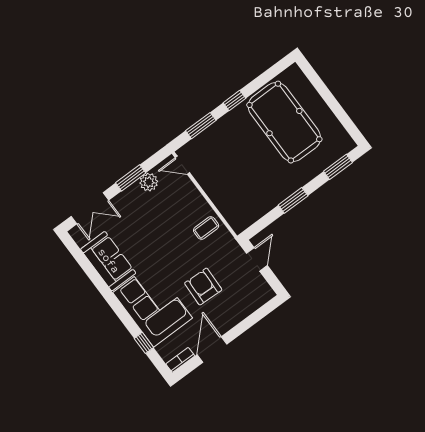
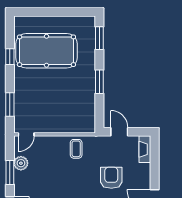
window: (234, 100) -> (10, 57), moved
armchair: (203, 286) -> (111, 178), turned 88
fireplace: (259, 299) -> (145, 149), added

